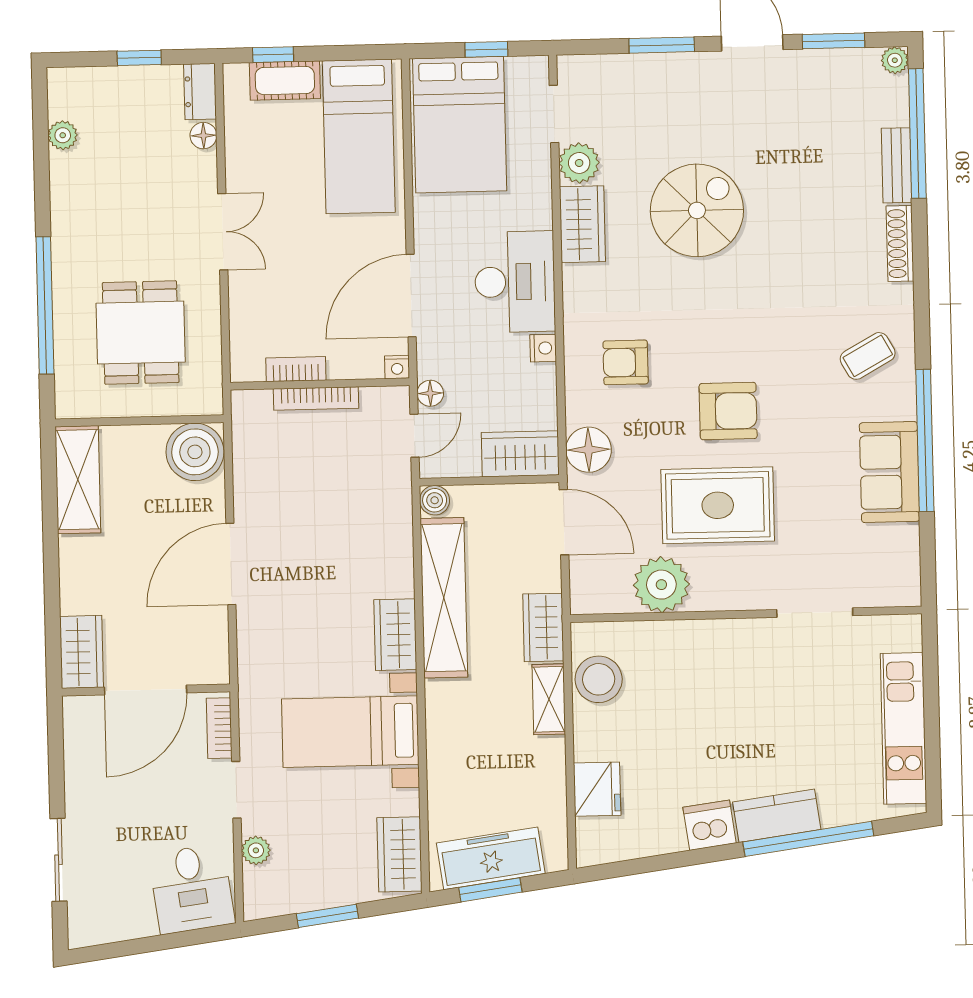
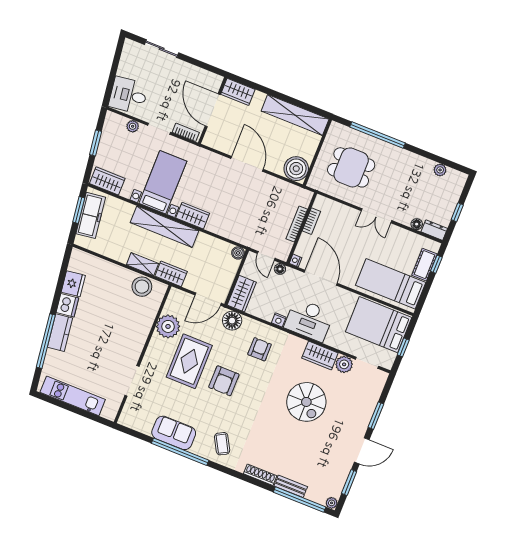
shelving: (78, 480) -> (295, 115), width x1.47
shelving: (444, 598) -> (164, 227), moved
fridge: (597, 789) -> (73, 284), moved, turned -98

